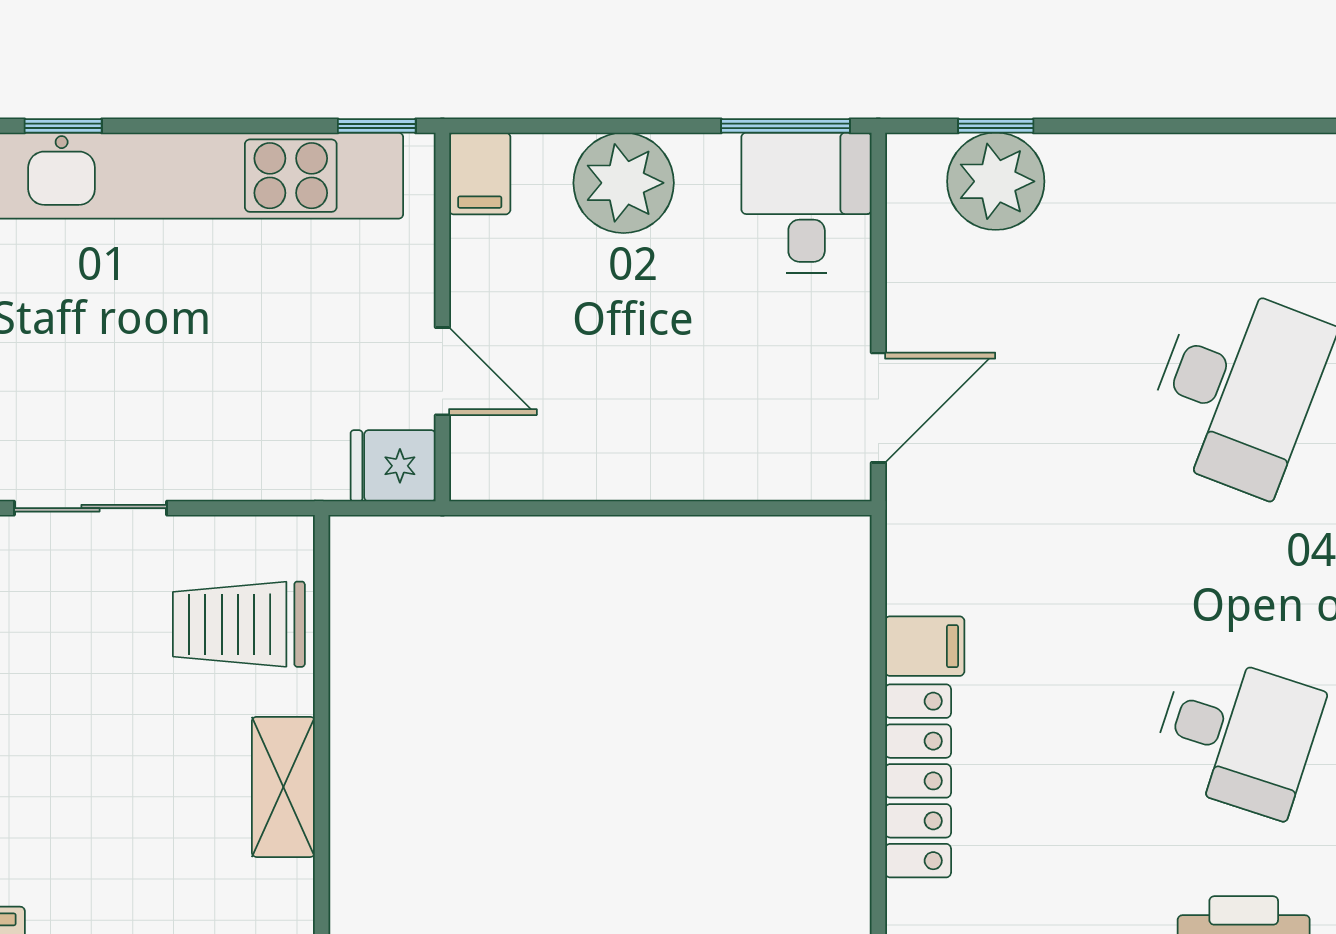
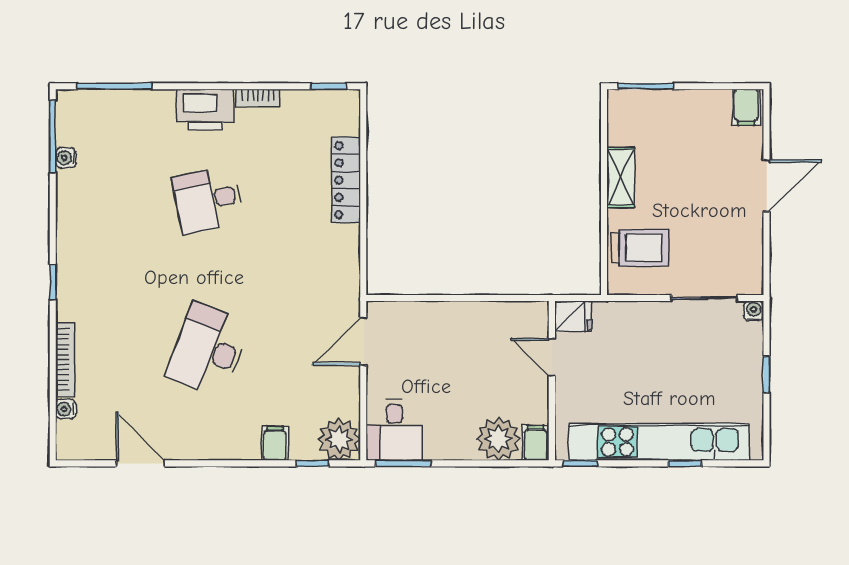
window: (63, 126) -> (685, 463), moved
plant: (996, 181) -> (339, 439), moved
plant: (624, 183) -> (498, 439), moved
filing cabinet: (925, 646) -> (275, 443), moved, turned 90
desk: (1237, 735) -> (208, 200), turned -30

